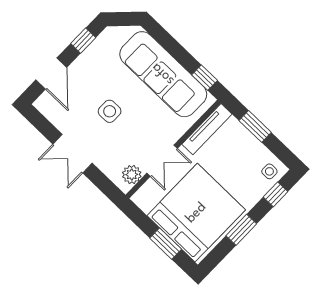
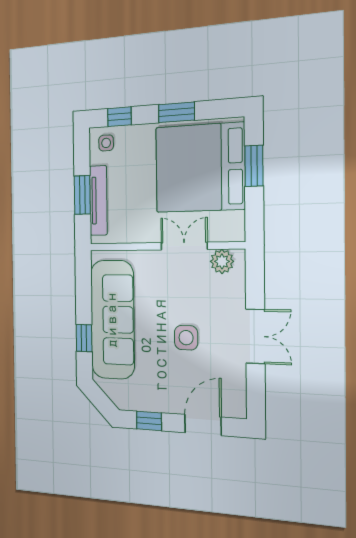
window: (205, 78) -> (84, 338), moved
tv unit: (207, 129) -> (98, 200), moved, turned 90

